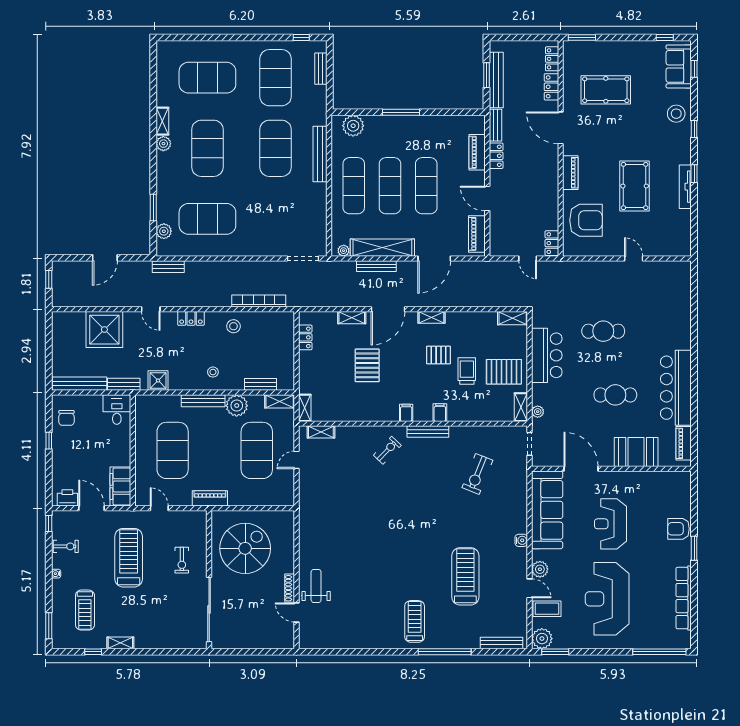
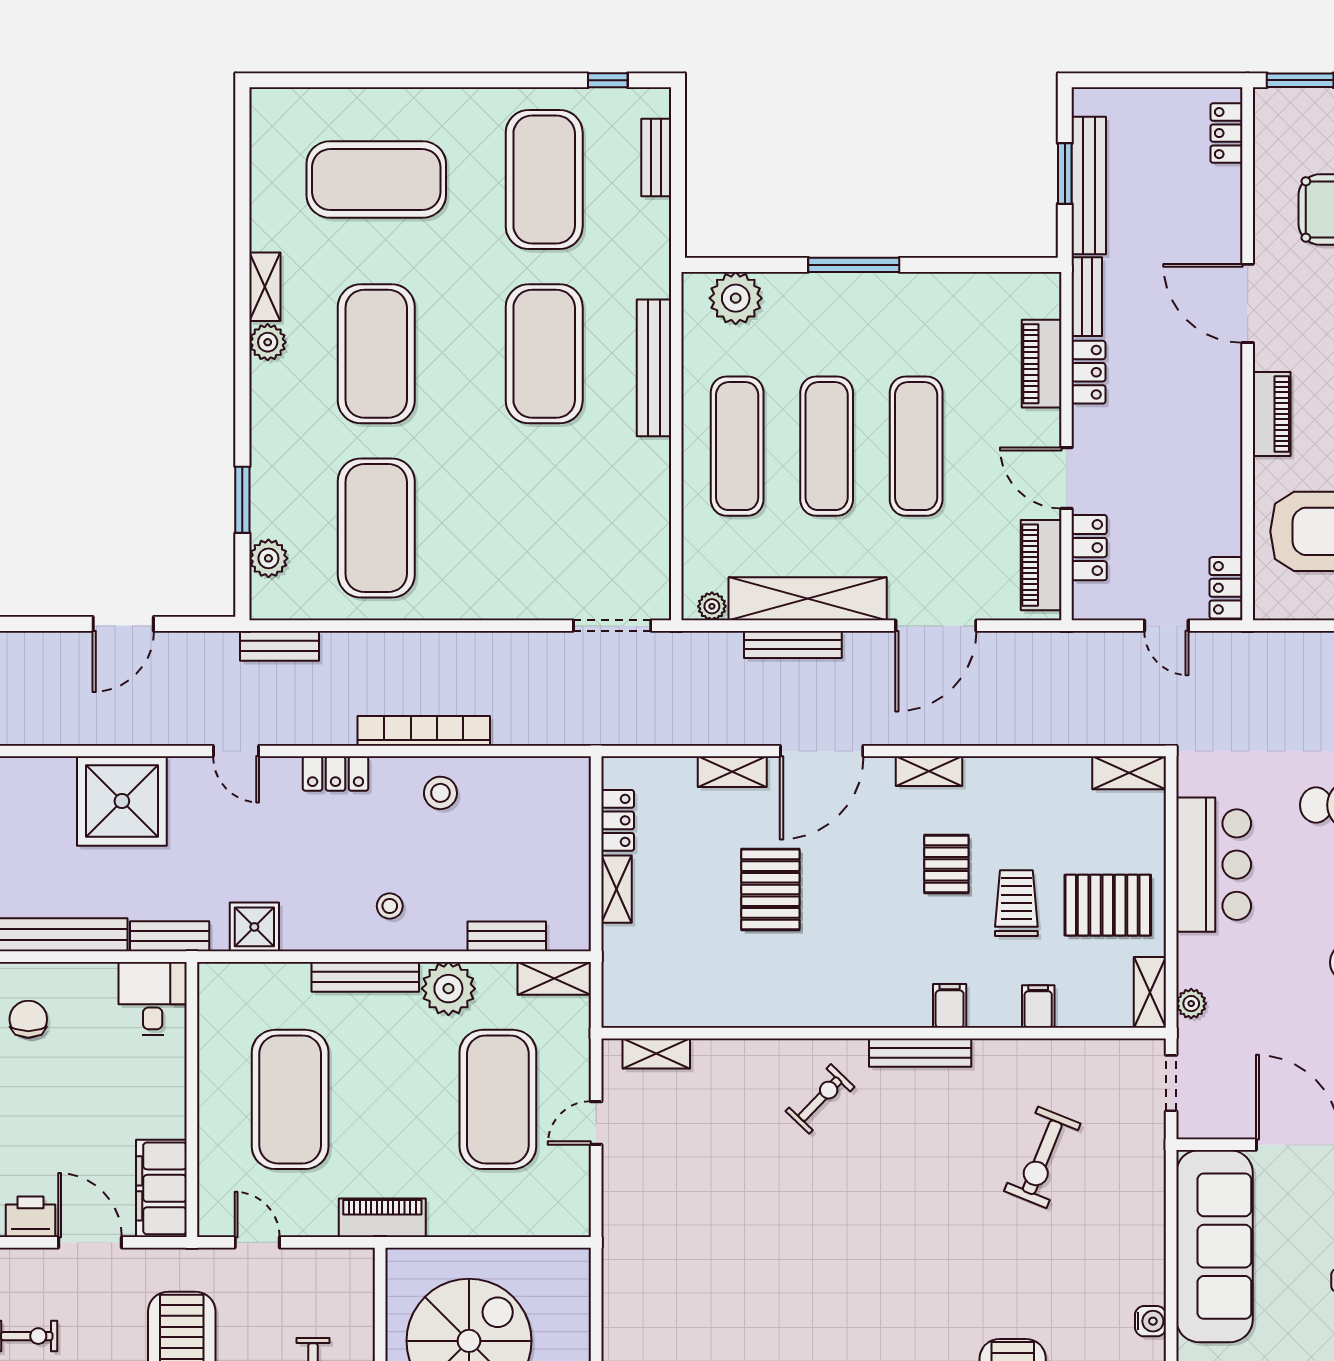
locker: (551, 87) -> (1089, 548), moved, turned 180
exercise mat: (207, 219) -> (376, 528), turned 90
bookcase: (259, 301) -> (424, 731), moved
pallet: (439, 355) -> (946, 864), turned 90
shelving: (305, 408) -> (617, 889), moved
filing cabinet: (406, 413) -> (1038, 1007), moved
chair: (66, 418) -> (28, 1019), turned 180

